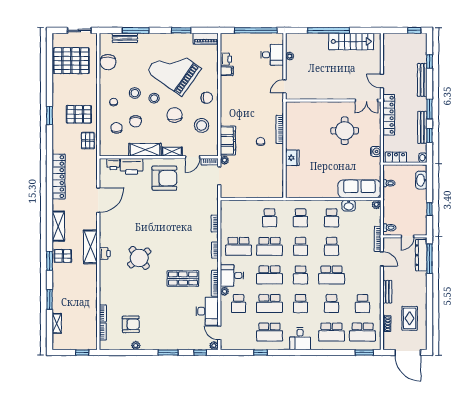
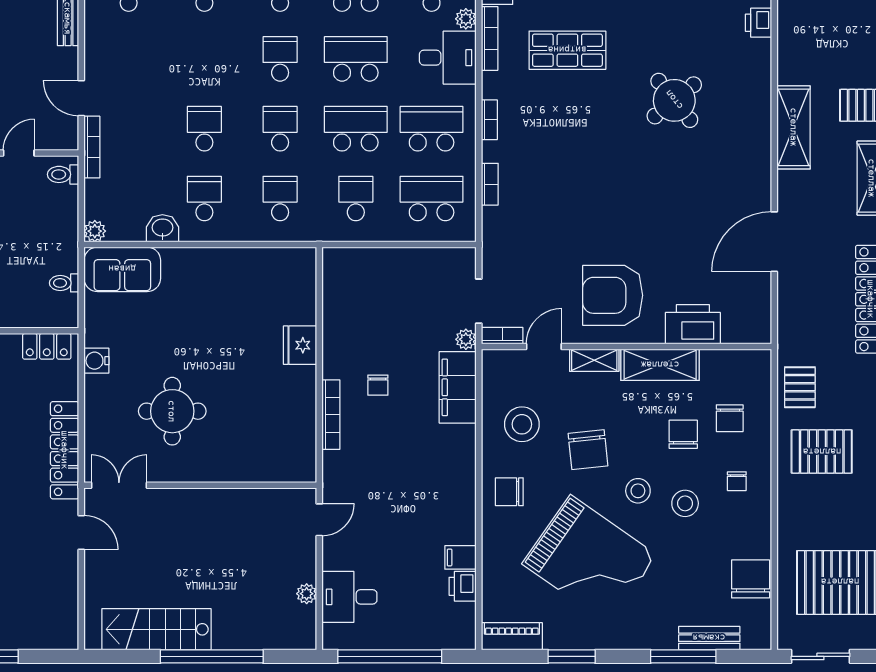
printer: (113, 164) -> (738, 330), removed
sofa: (359, 189) -> (122, 269), width x0.73
printer: (105, 253) -> (759, 23), moved
school desk: (332, 275) -> (432, 199), moved

